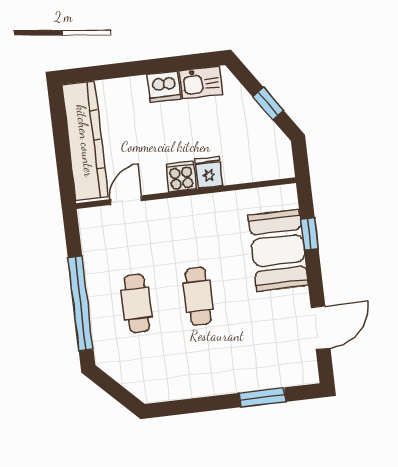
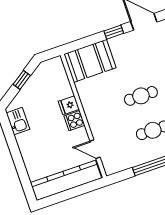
dishwasher: (164, 87) -> (25, 142), removed
window: (309, 234) -> (114, 32), moved
booth: (278, 250) -> (90, 61), moved

